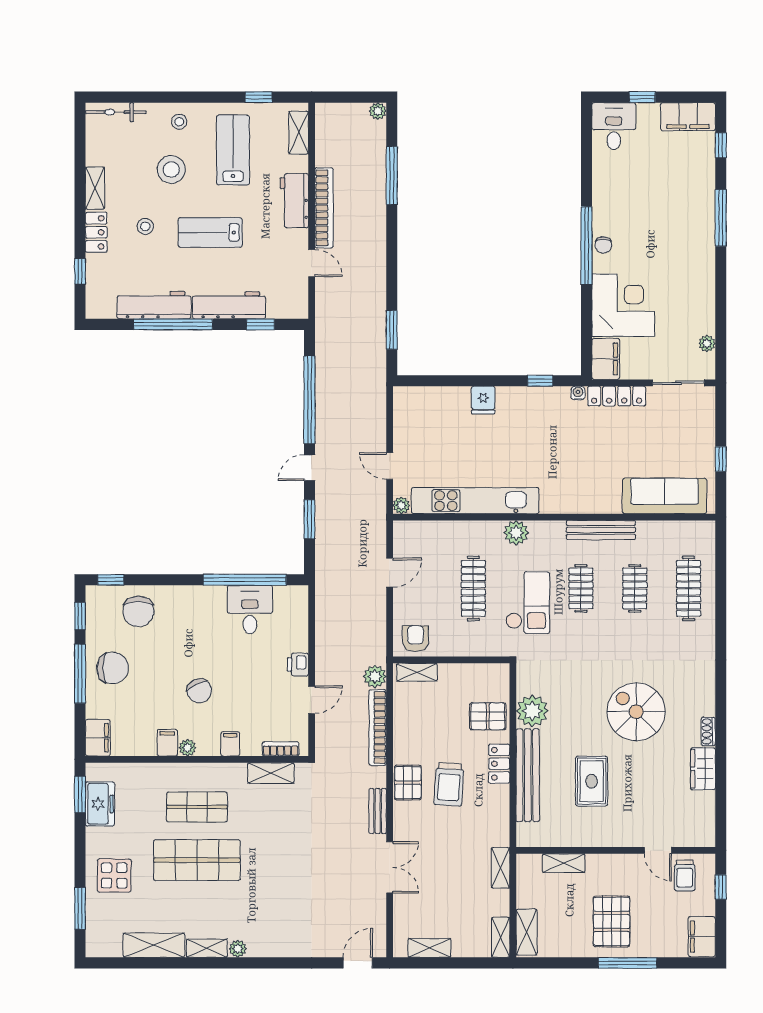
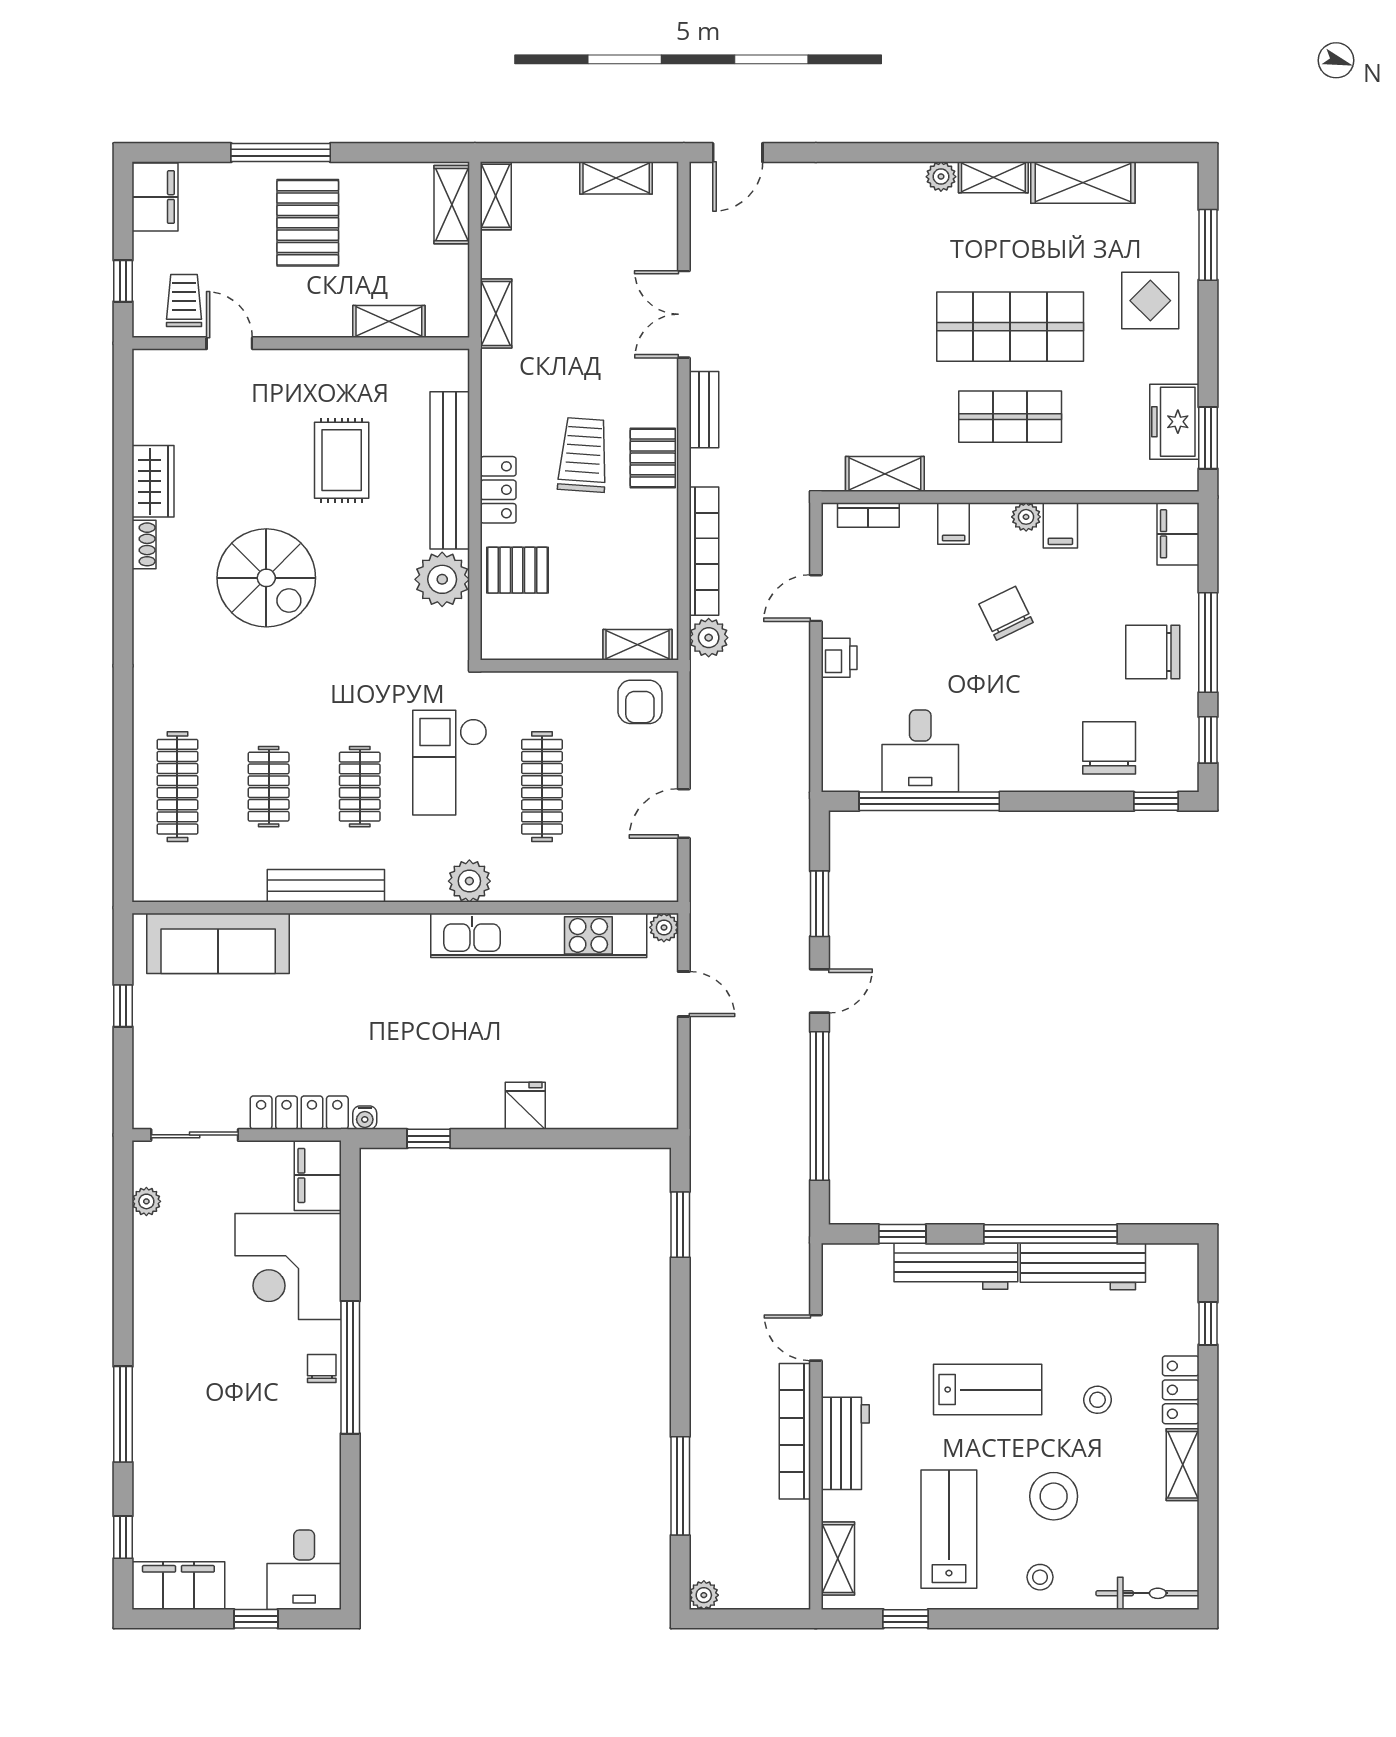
lab bench: (233, 150) -> (949, 1529), turned 180

